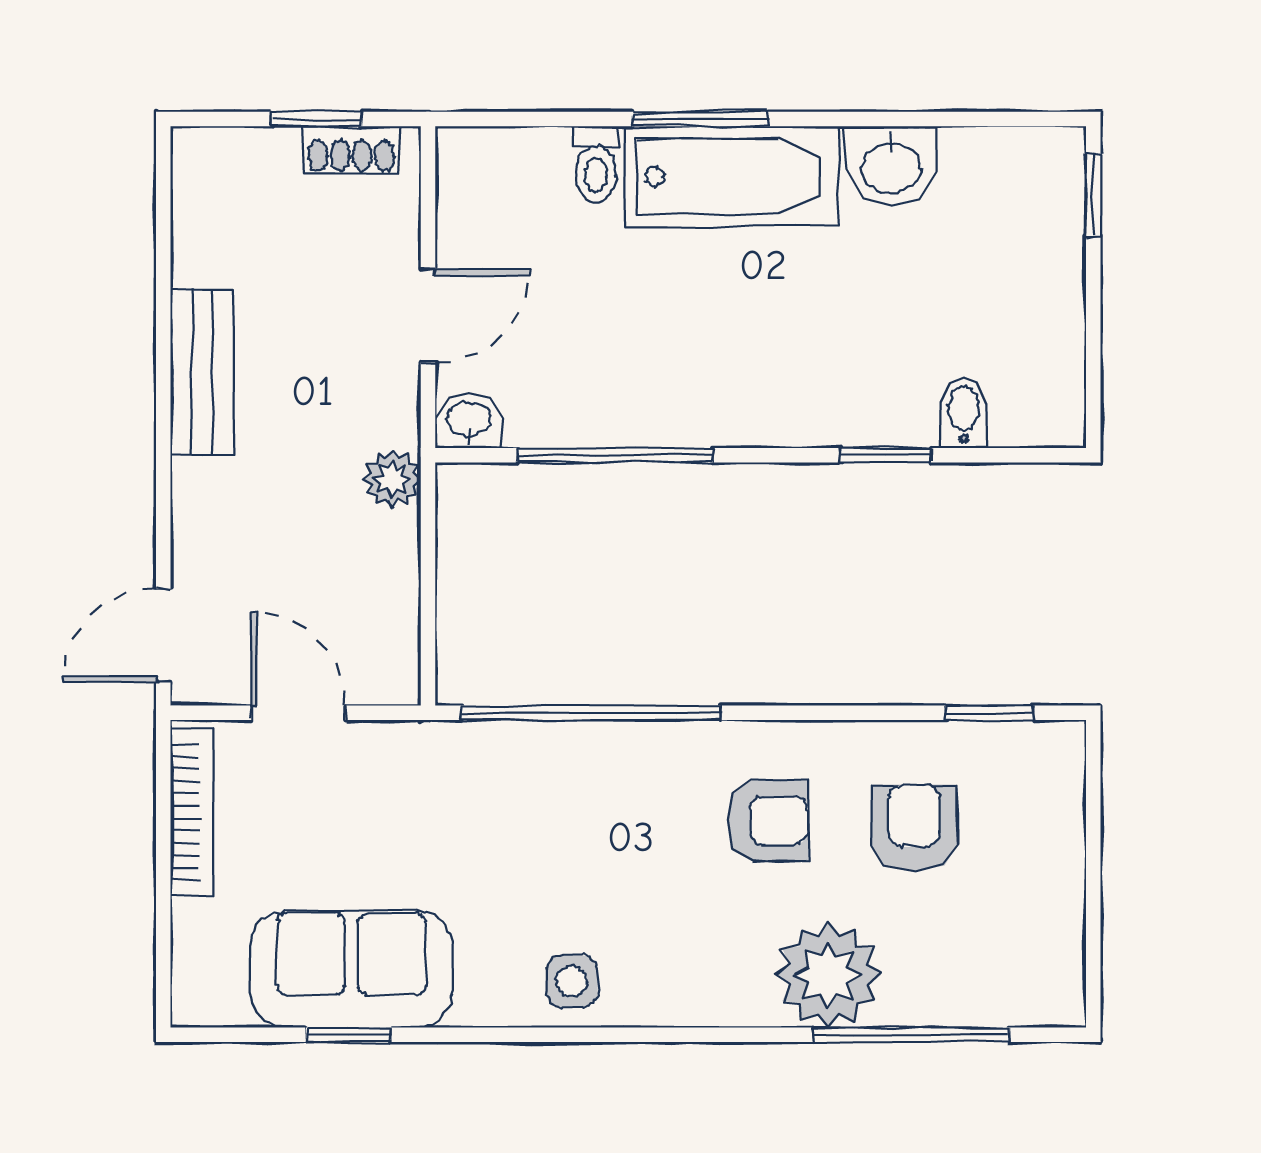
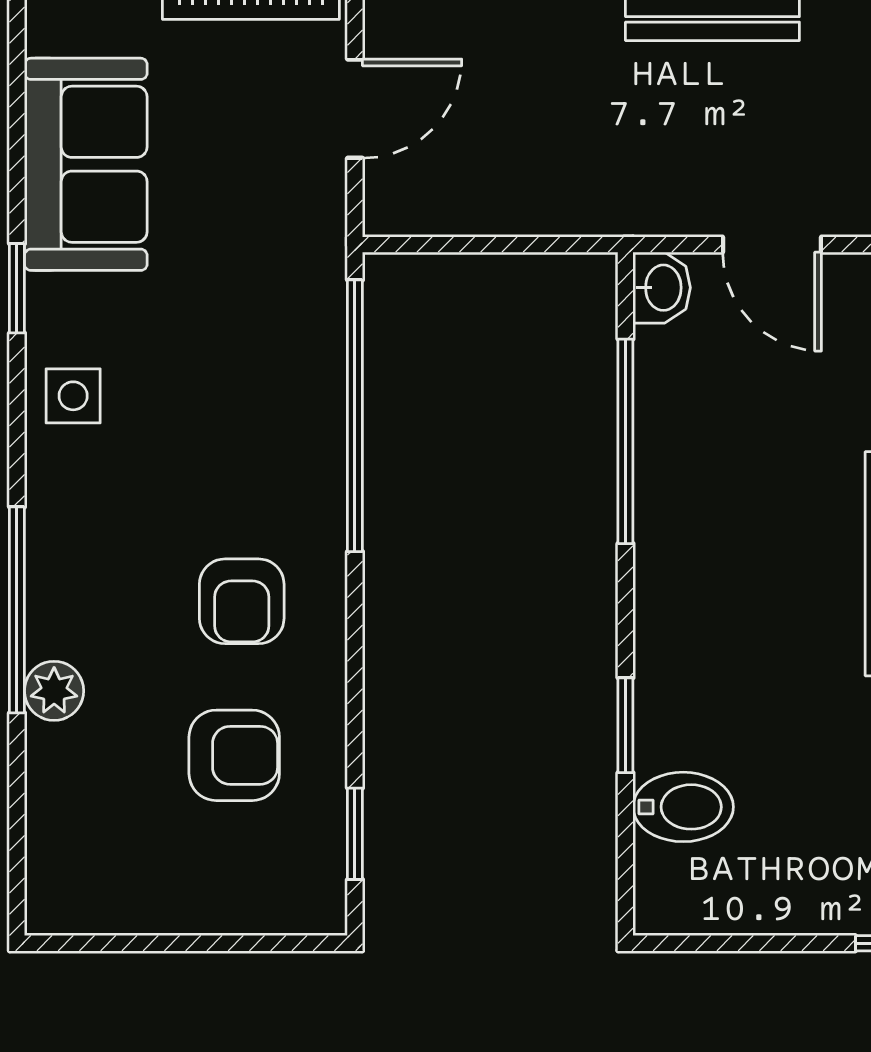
bidet: (963, 413) -> (683, 807), width x1.38, depth x1.36
plant: (392, 479) -> (601, 207), removed
plant: (828, 975) -> (54, 691), width x0.53, depth x0.53
window: (348, 1035) -> (17, 288), moved
window: (911, 1035) -> (17, 610), moved

